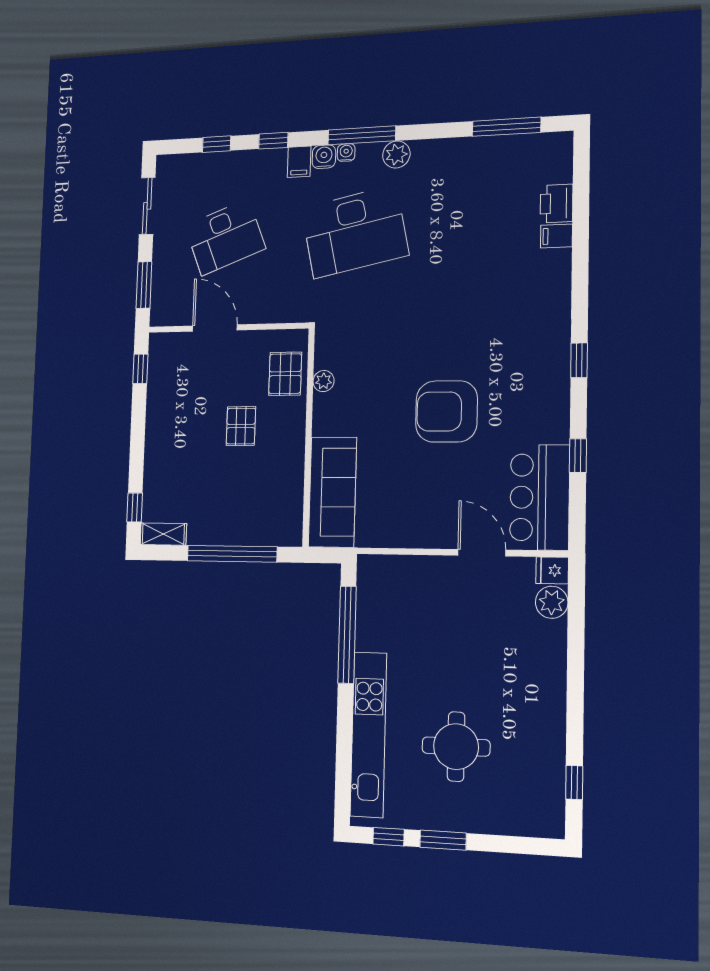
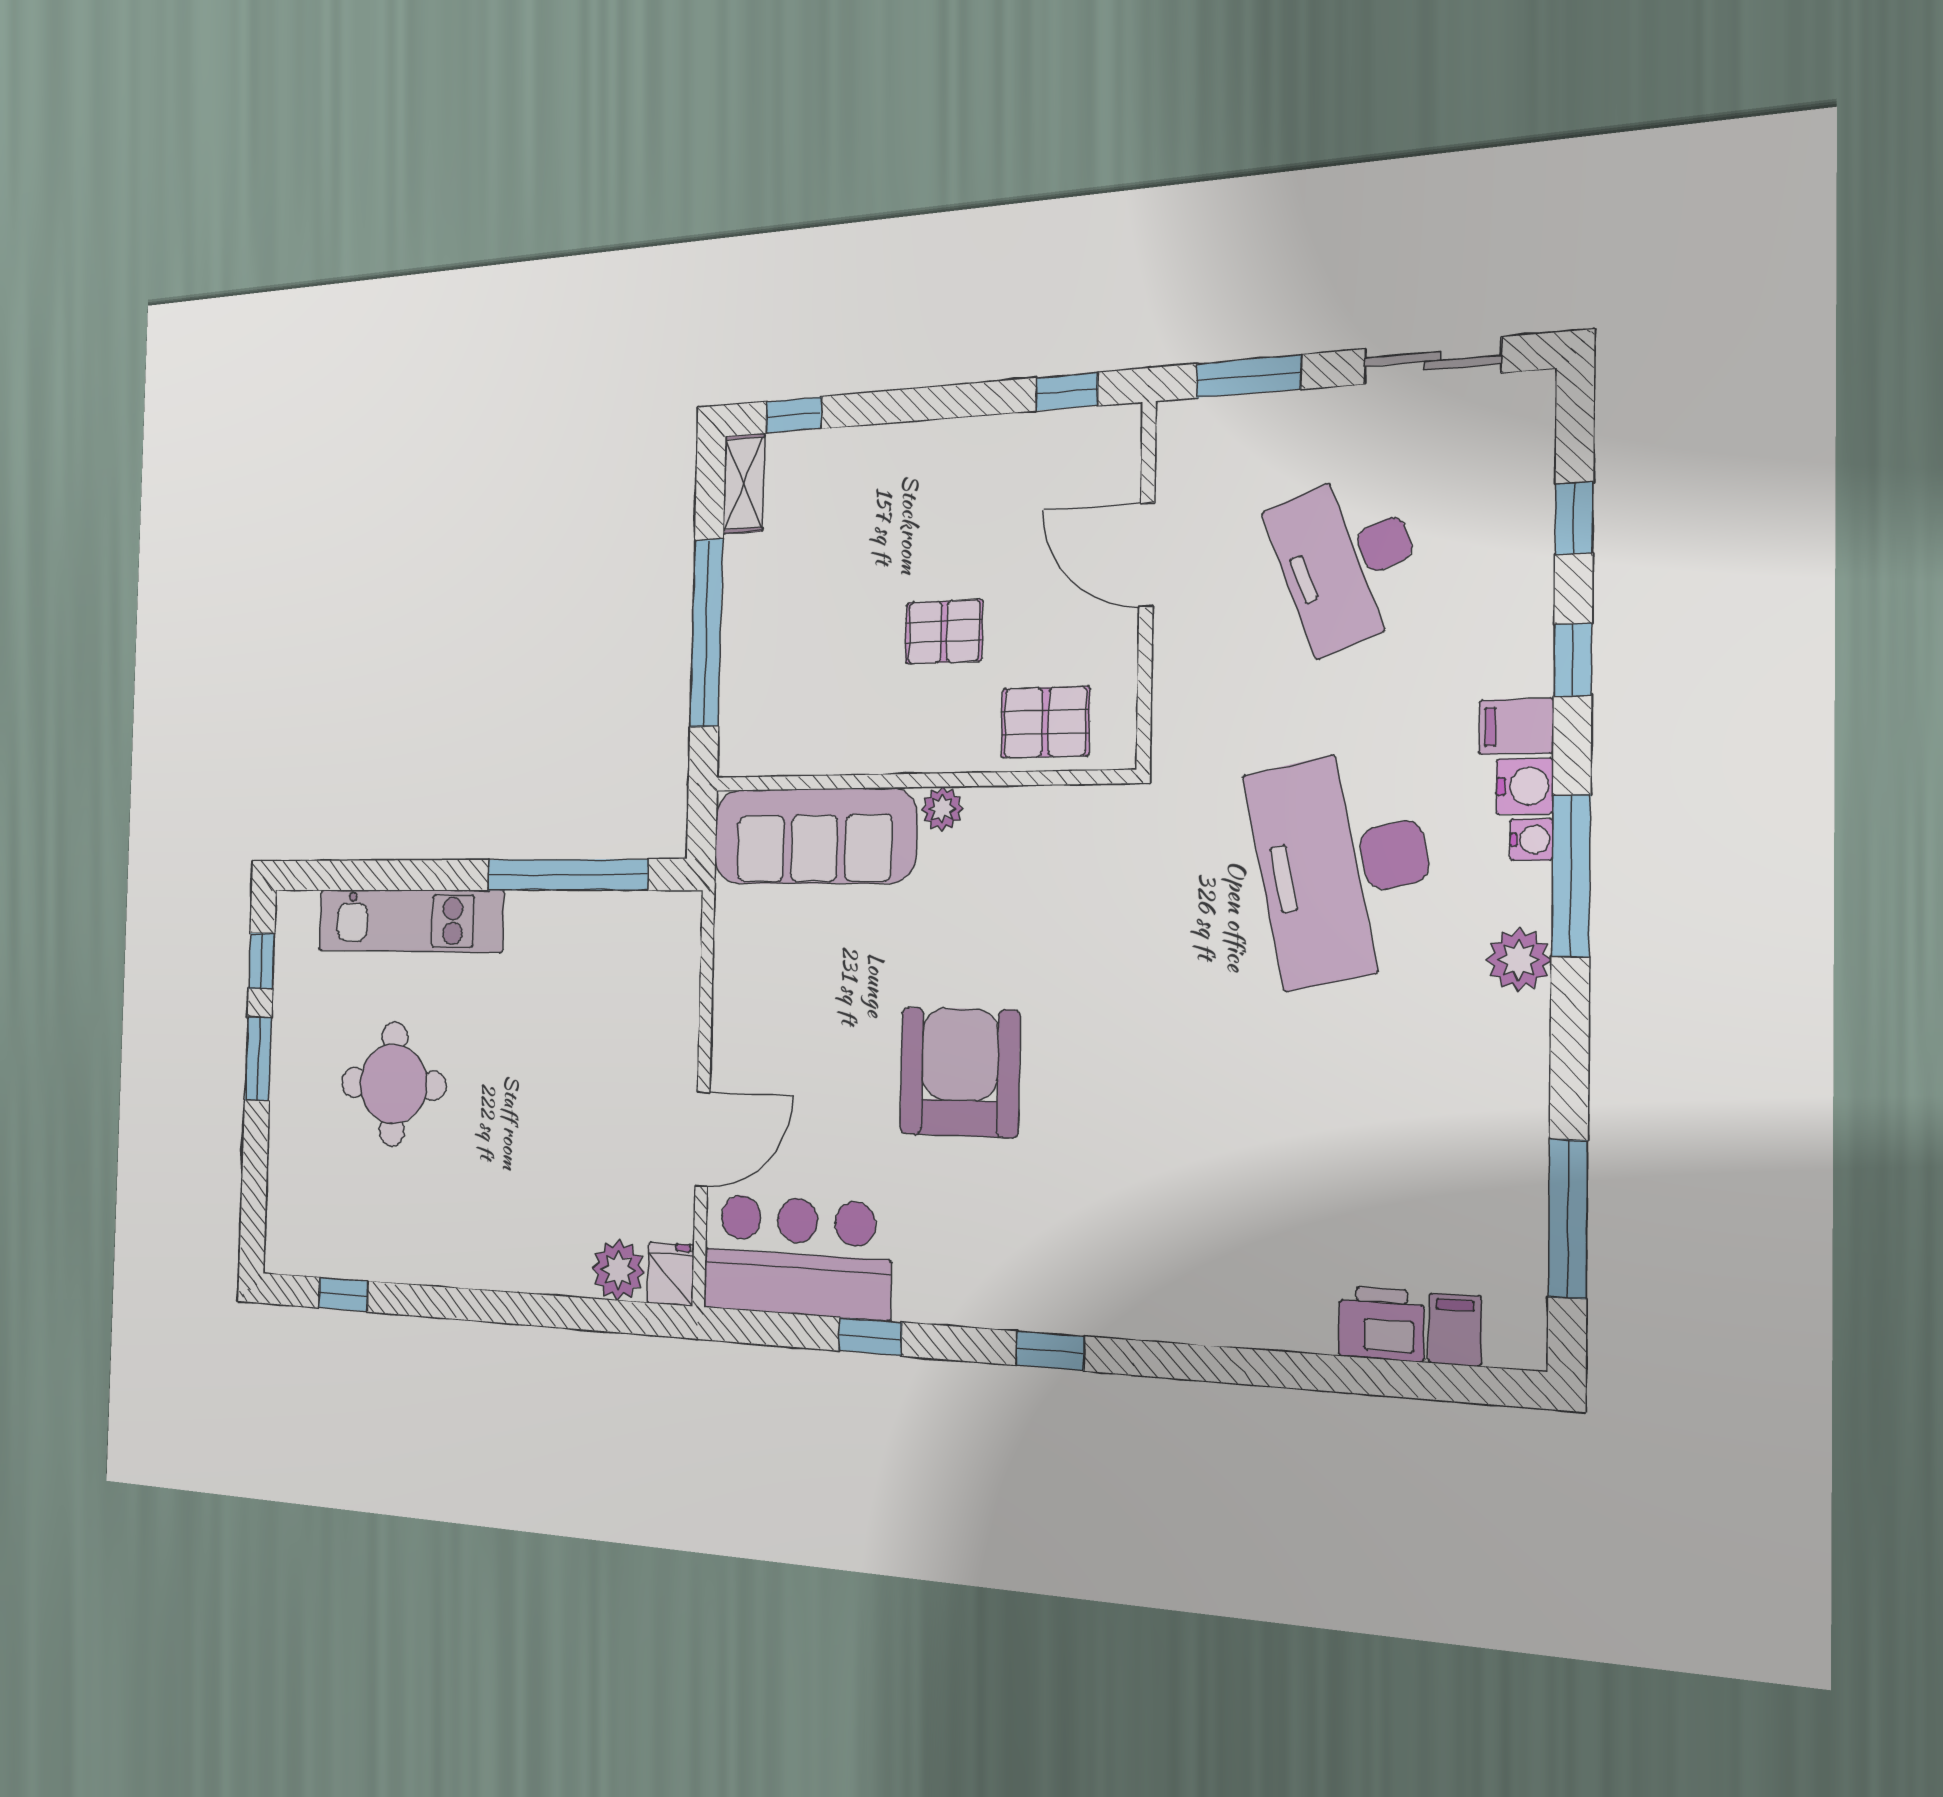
filing cabinet: (557, 236) -> (1455, 1330), moved
door: (215, 328) -> (1147, 555), swing flipped
plant: (324, 381) -> (942, 809), moved
kitchen unit: (368, 734) -> (410, 921), width x0.73

